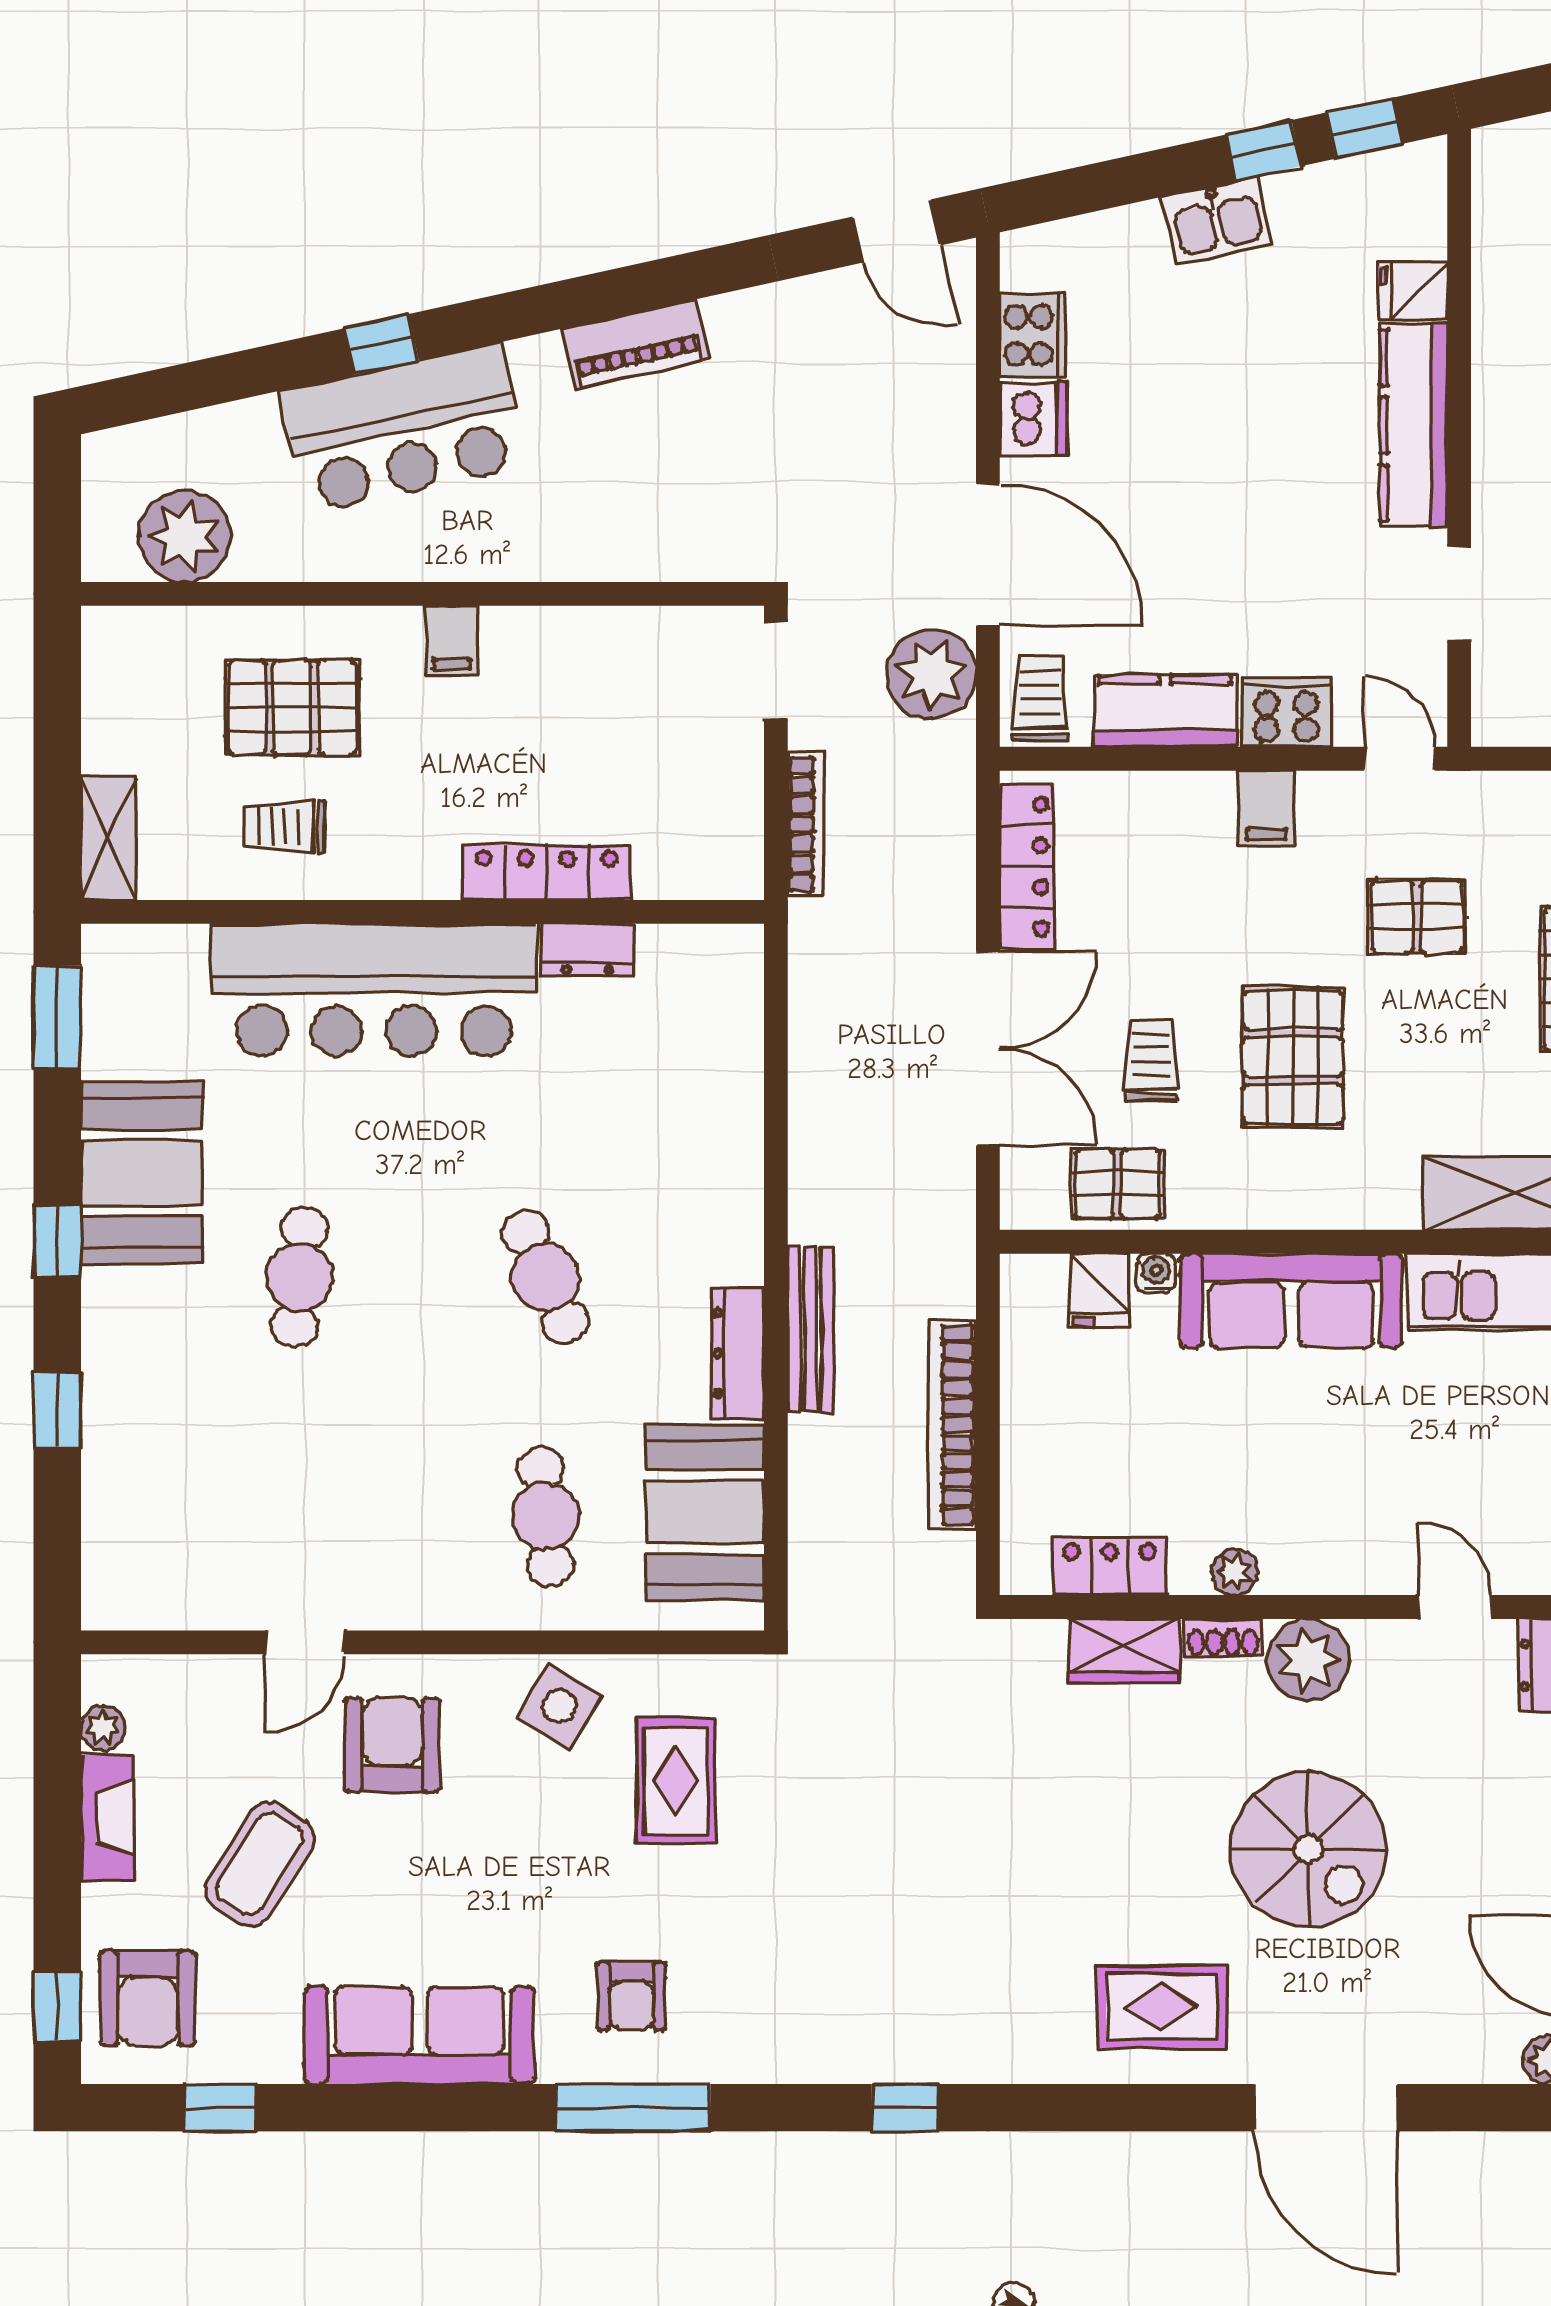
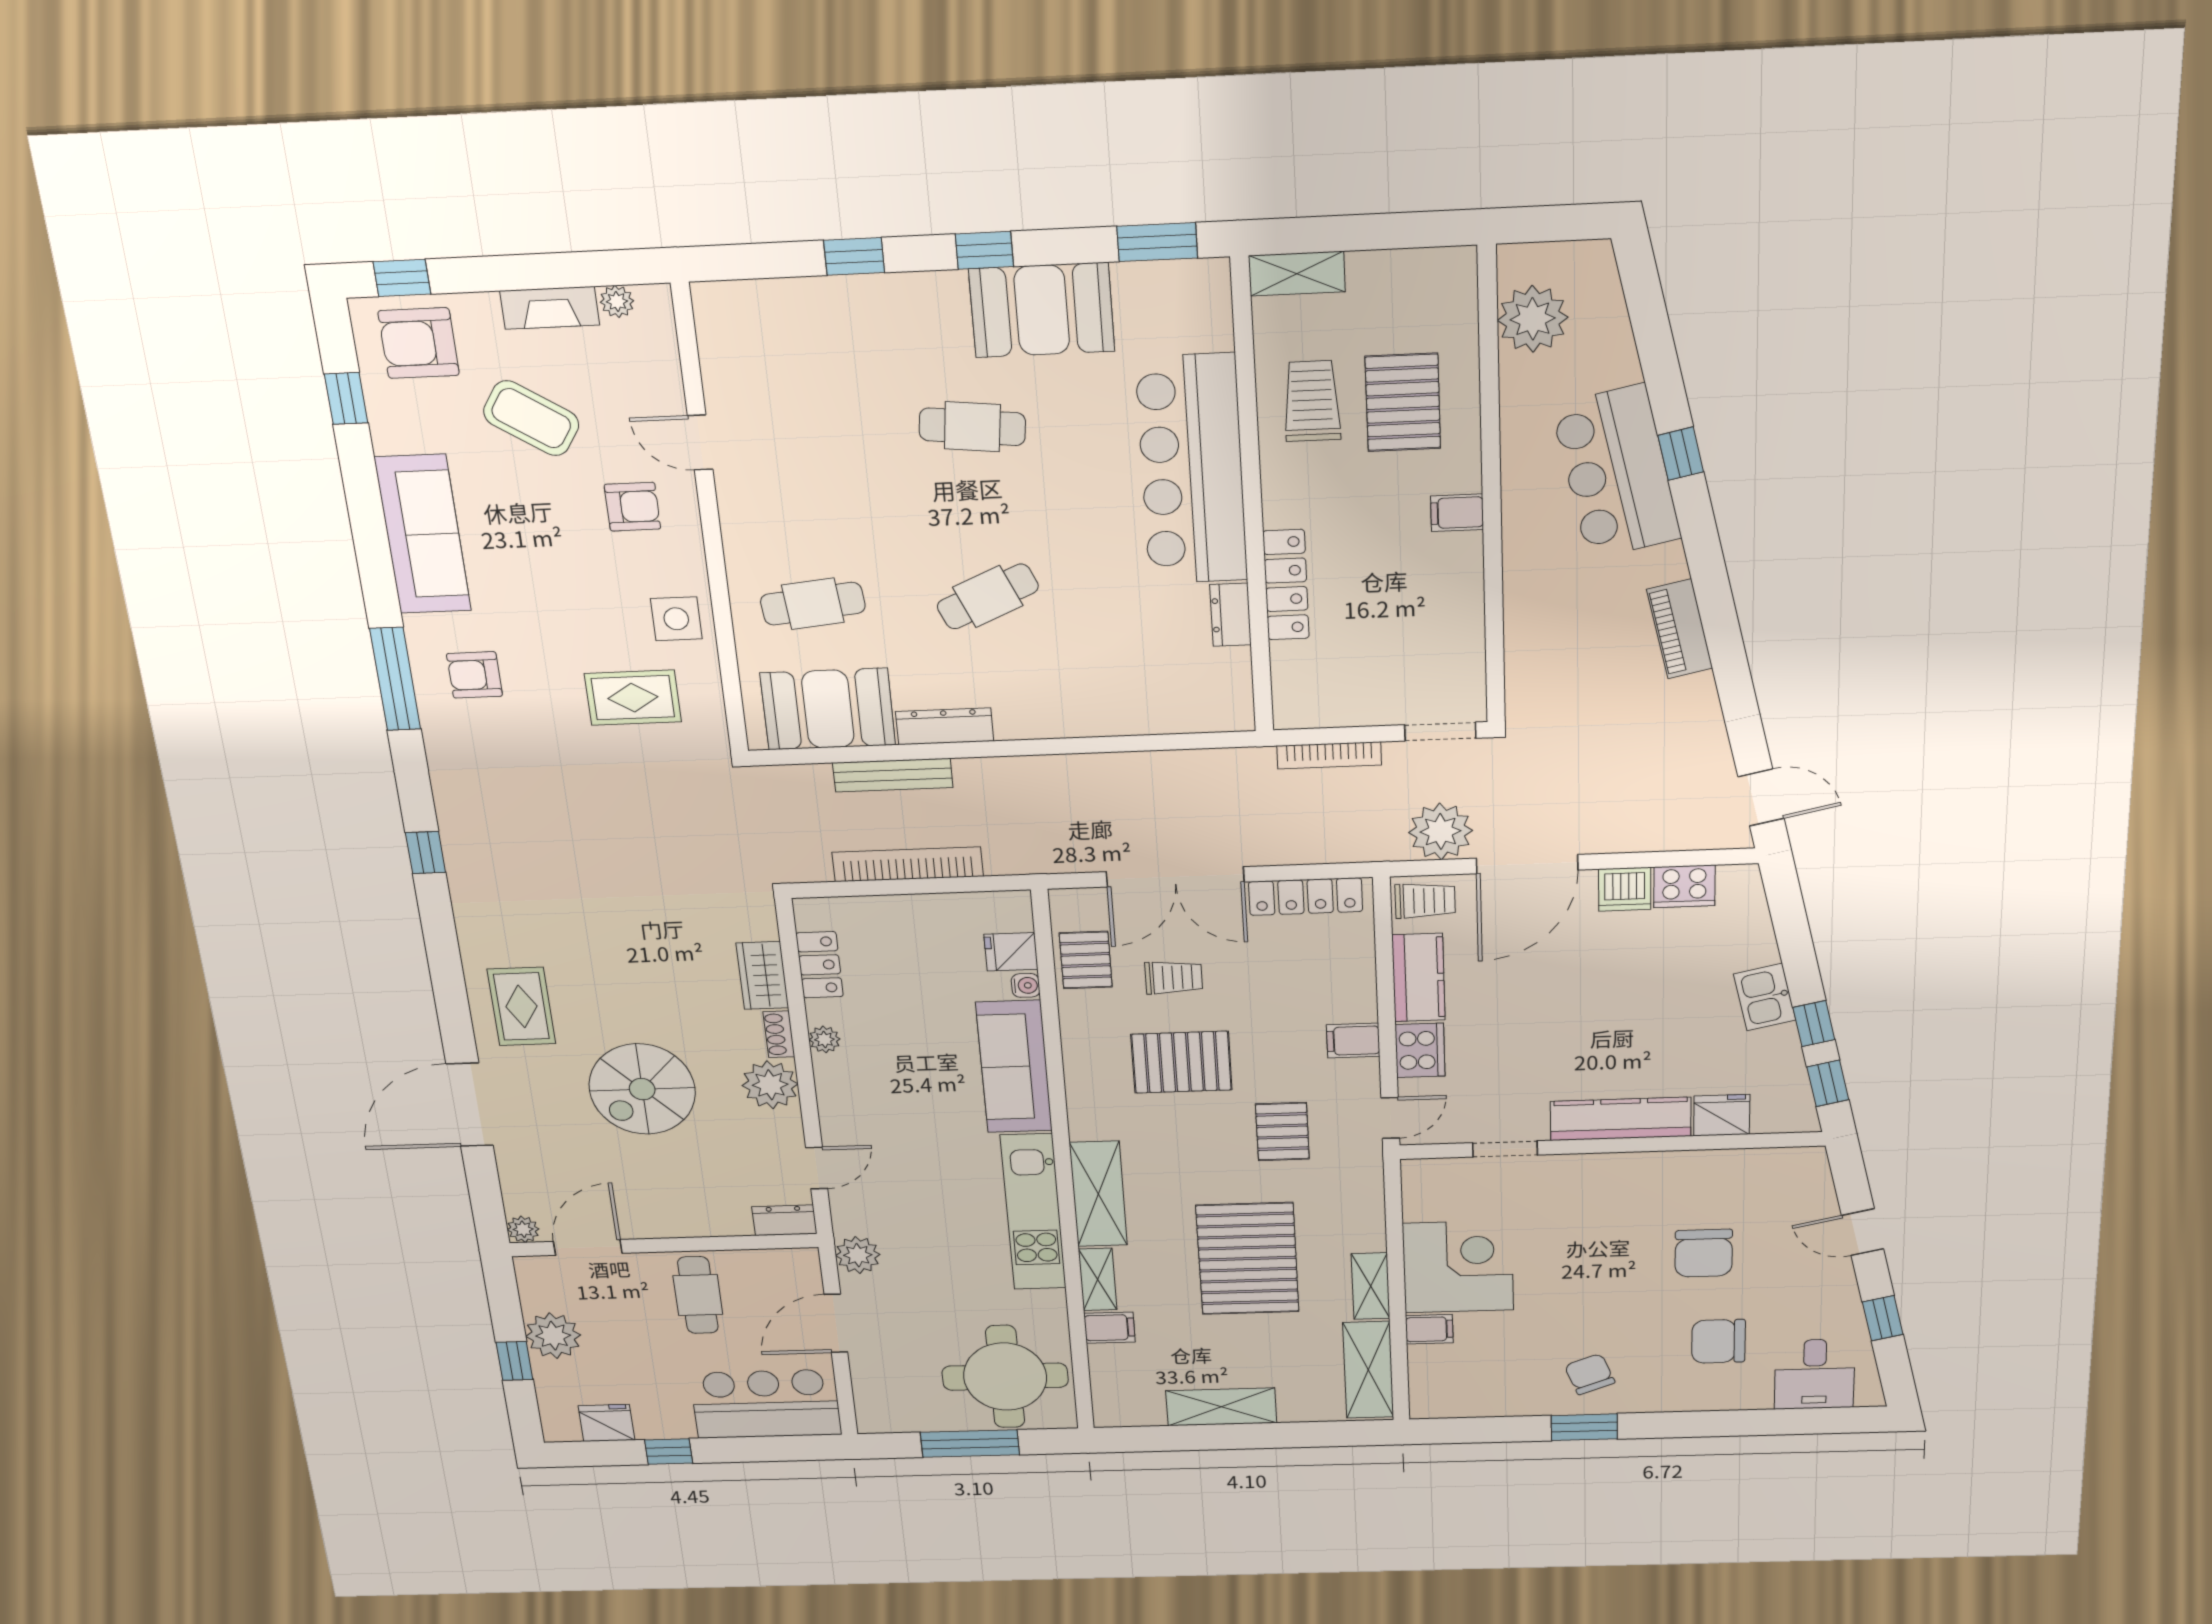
door: (897, 231) -> (1761, 798), swing flipped
fridge: (1413, 290) -> (1722, 1115), width x1.38
trolley: (284, 827) -> (1312, 401), width x1.36, depth x1.39
bench: (811, 1329) -> (893, 775), moved
side table: (560, 1706) -> (676, 619), turned -31
armchair: (392, 1745) -> (632, 507), width x0.72, depth x0.72

